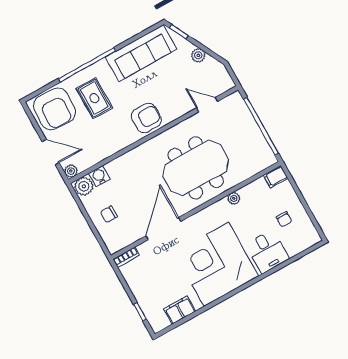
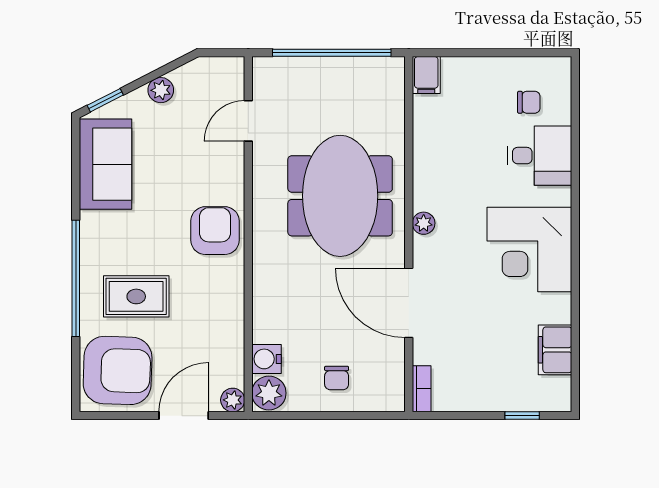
sofa: (141, 53) -> (106, 164), width x0.73
plant: (234, 198) -> (424, 223), moved
chair: (284, 219) -> (529, 102), moved
corner desk: (216, 264) -> (529, 250), width x0.74, depth x0.74

